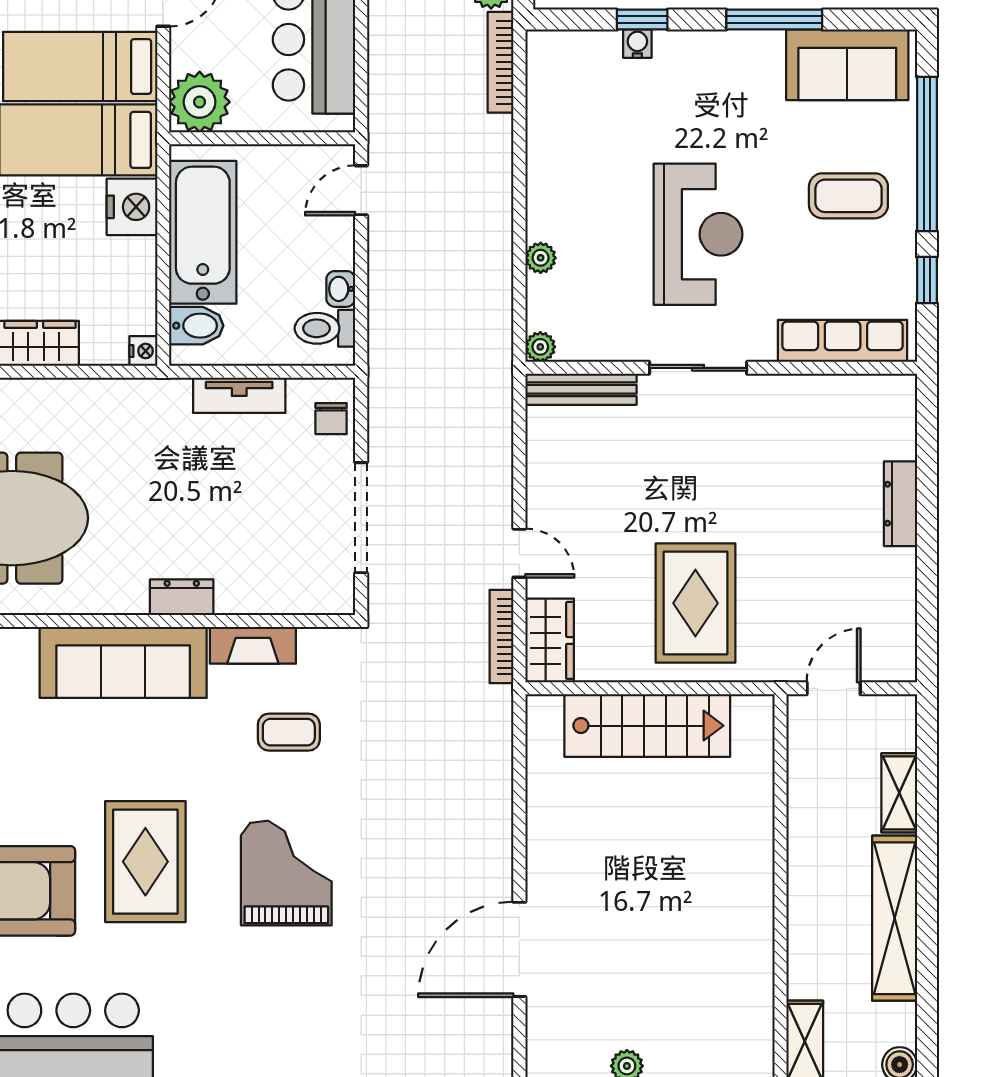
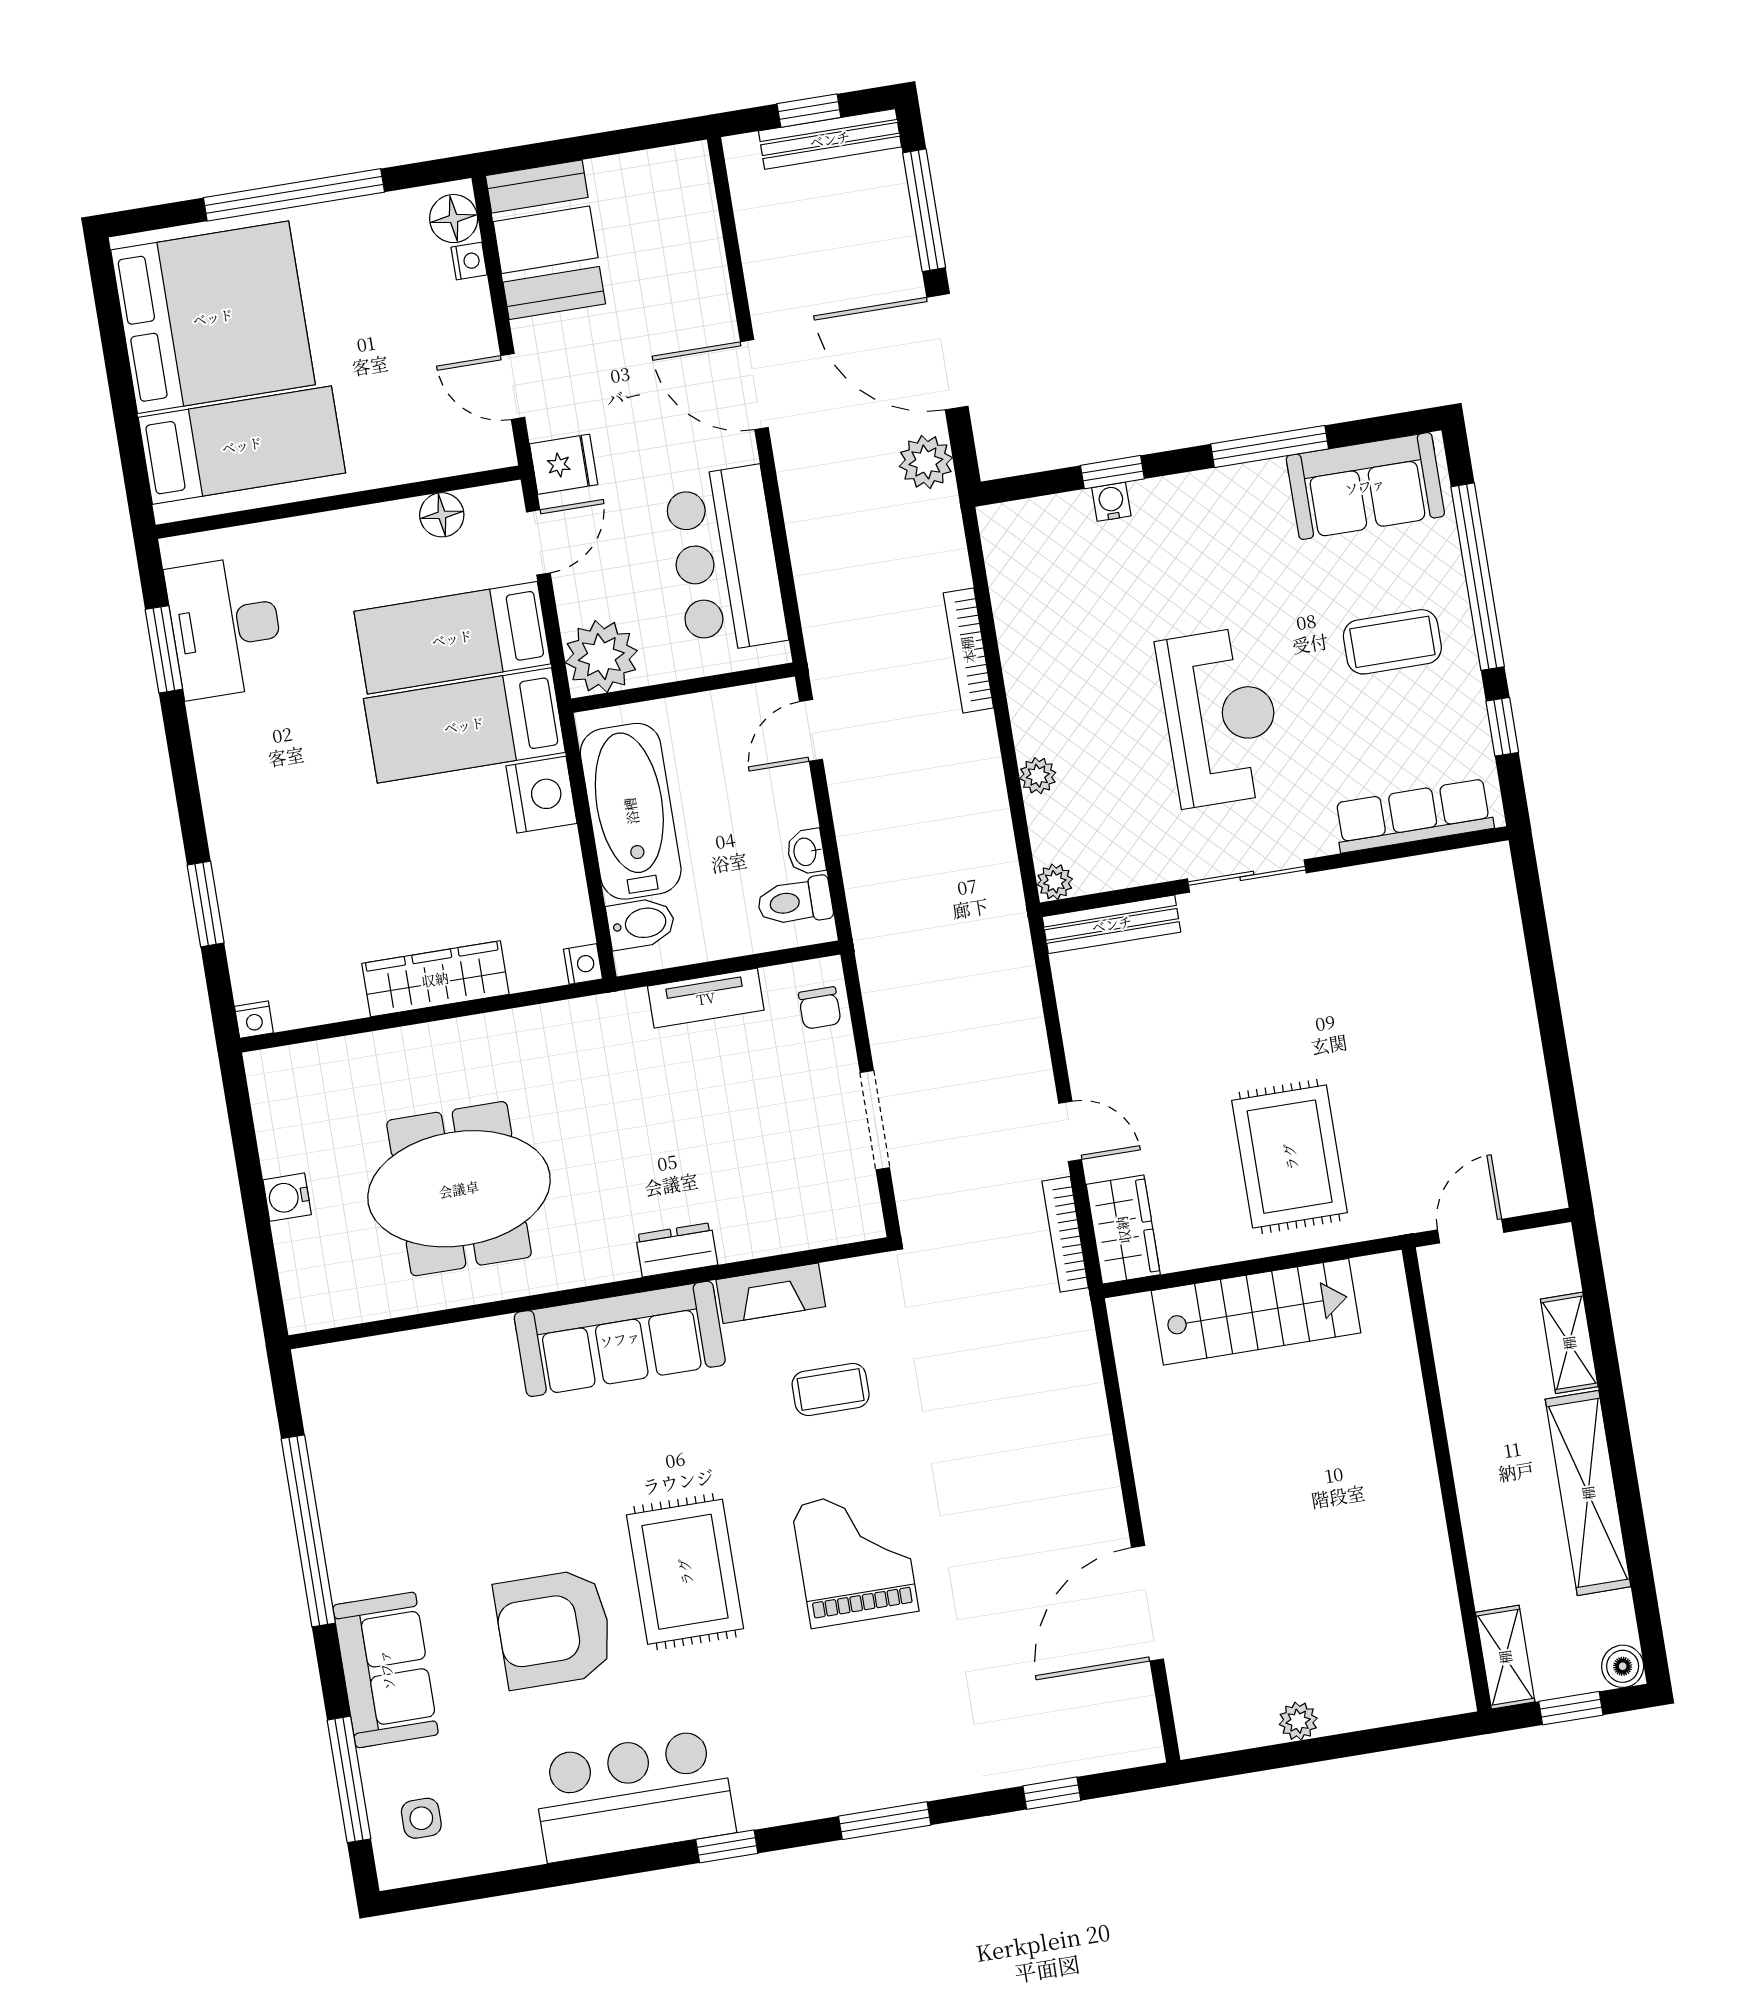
bookcase: (501, 62) -> (968, 650), moved
dresser: (900, 504) -> (1514, 998), removed
doorway: (361, 518) -> (875, 1120), width x0.73

